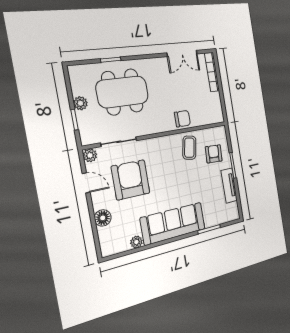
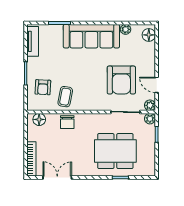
plant: (80, 103) -> (150, 119), moved
floor lamp: (212, 117) -> (39, 119), added
chair: (182, 119) -> (67, 122), turned -90
tv unit: (229, 186) -> (33, 41), moved
floor lamp: (103, 218) -> (149, 35), moved

